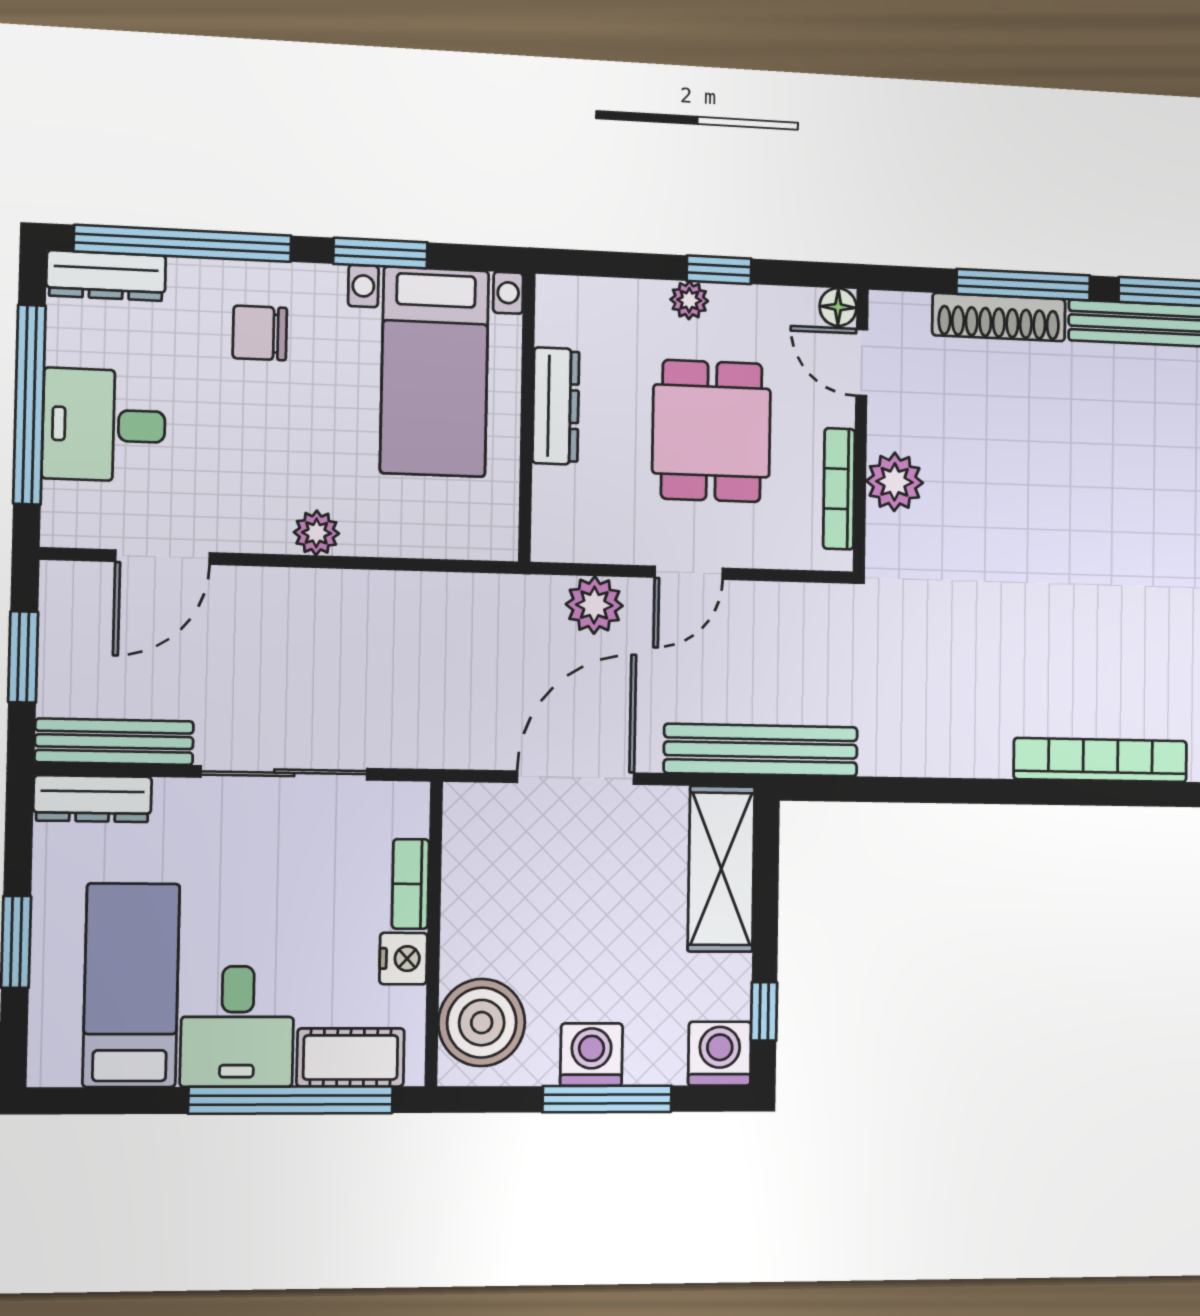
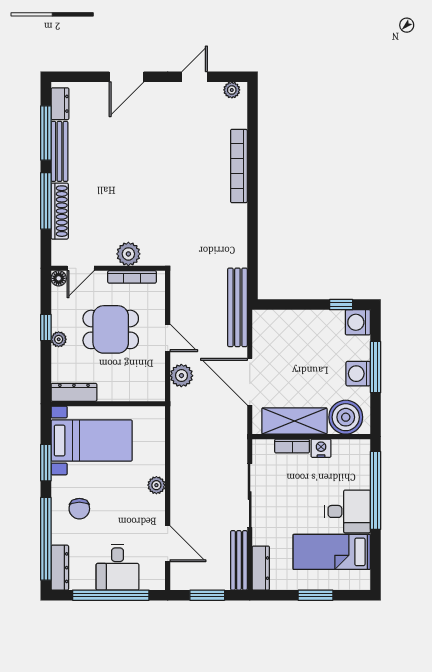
dresser: (556, 406) -> (74, 392), moved
shelving: (721, 869) -> (294, 421), moved
cot: (351, 1057) -> (359, 468), removed

